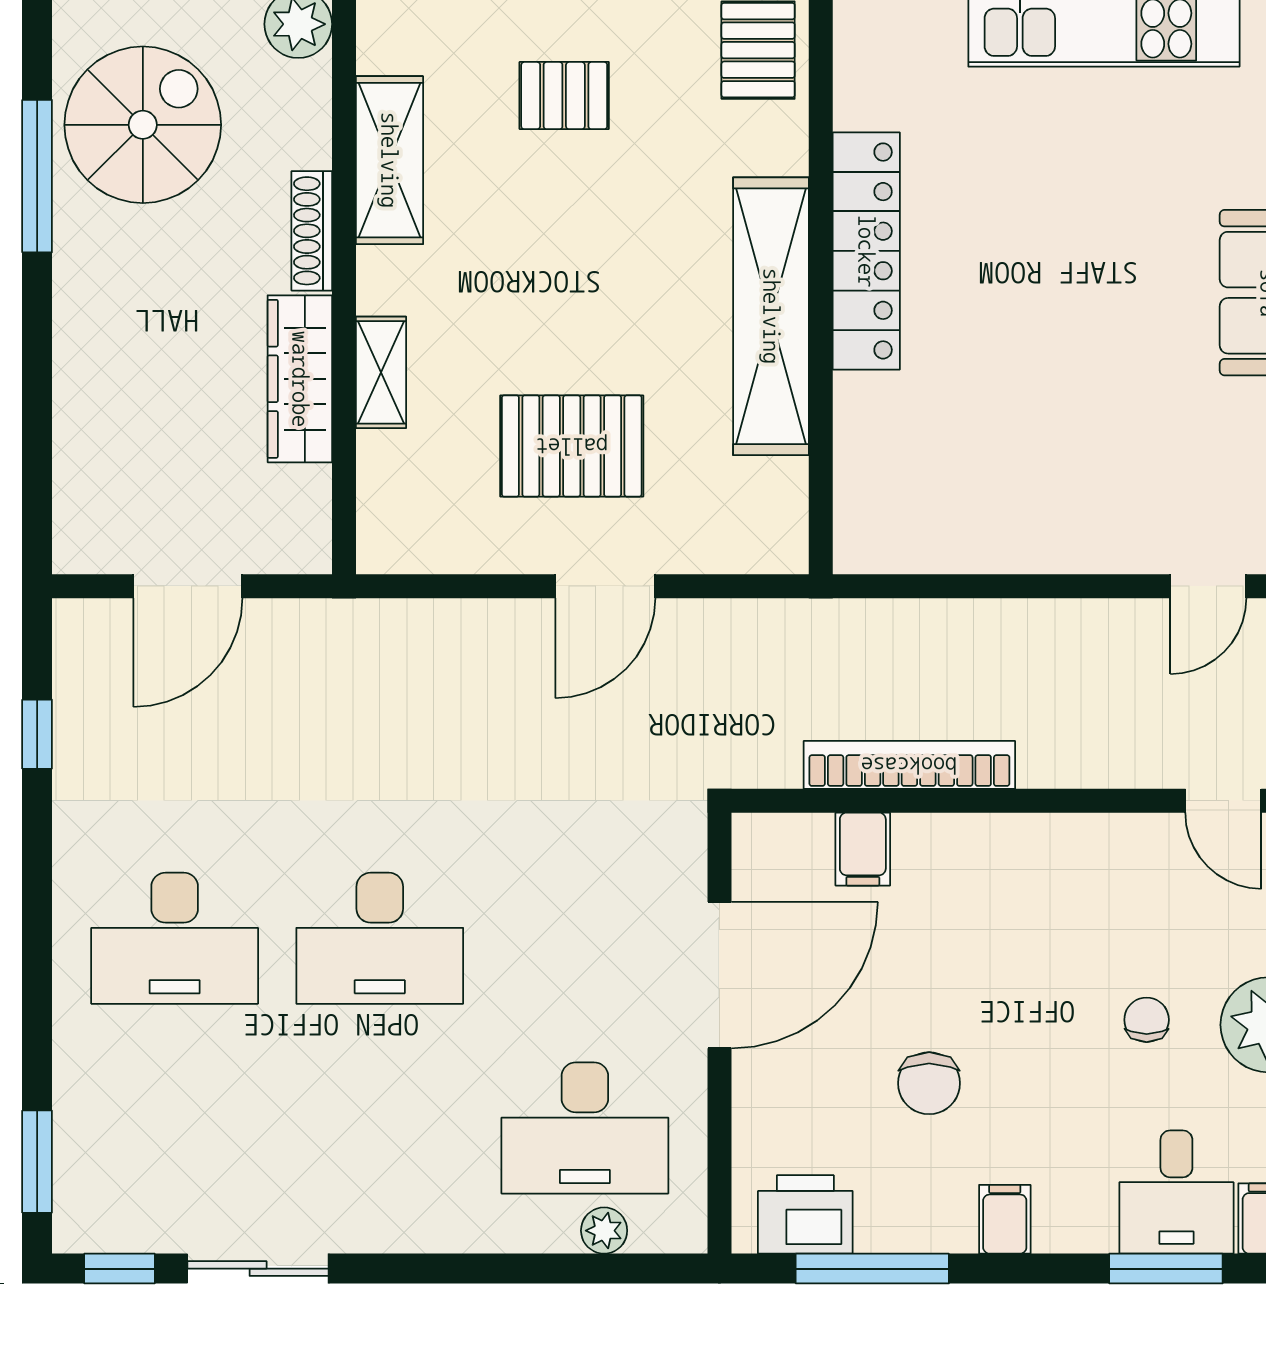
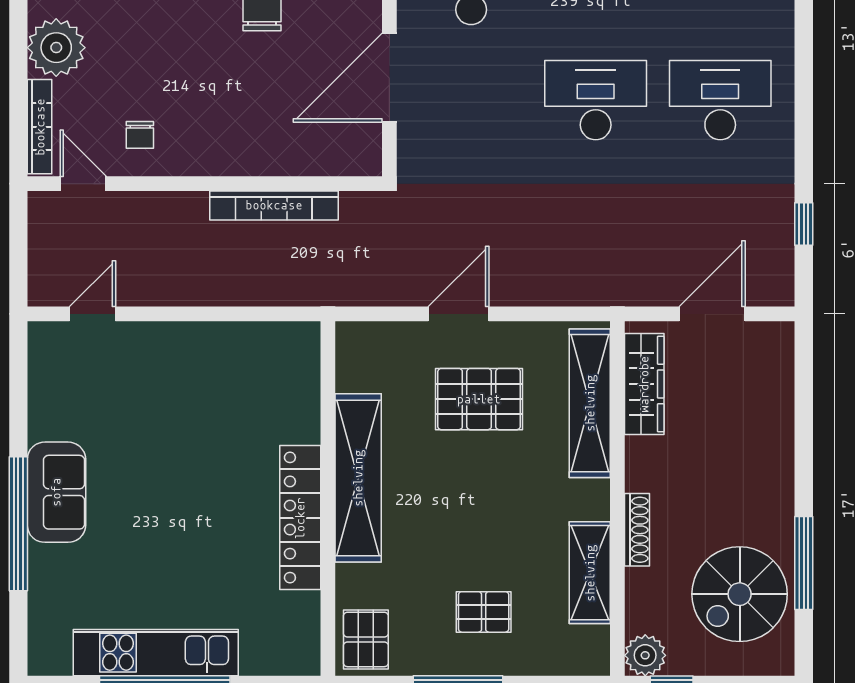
shelving: (381, 372) -> (590, 403), width x2.20, depth x1.33
wardrobe: (300, 379) -> (644, 384), moved
filing cabinet: (863, 849) -> (302, 154), removed
chair: (1147, 1020) -> (140, 135), moved

